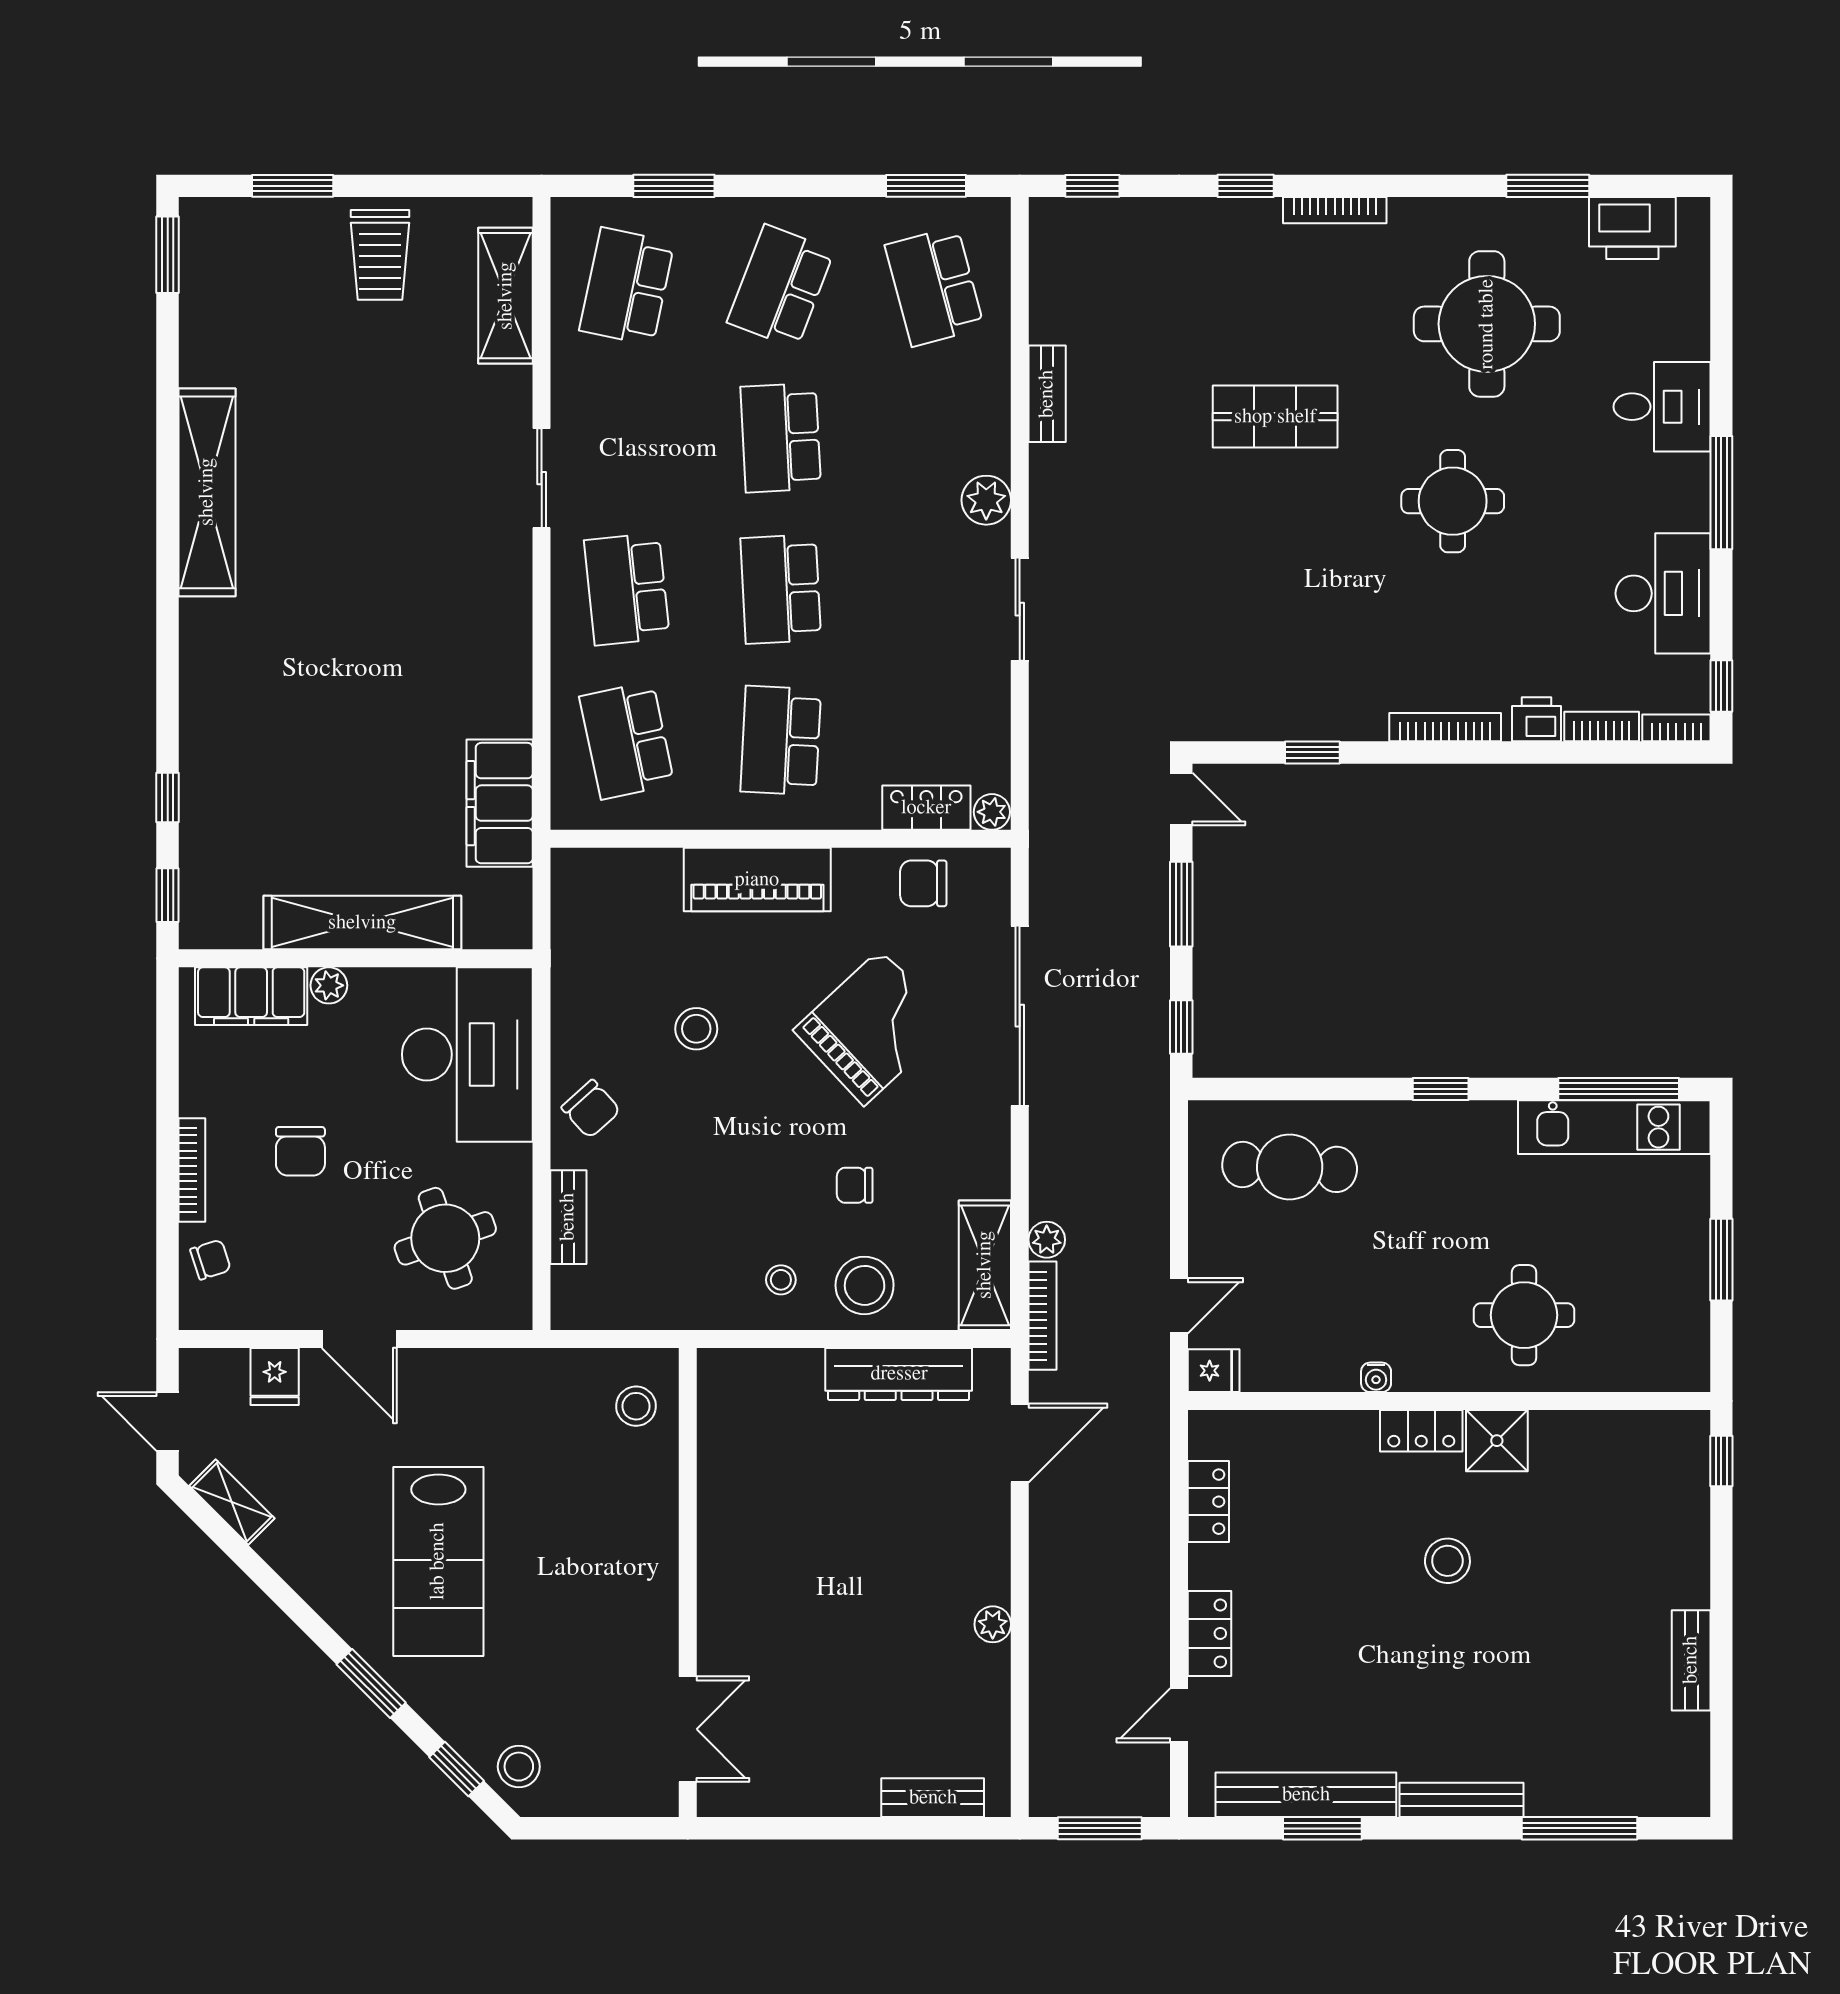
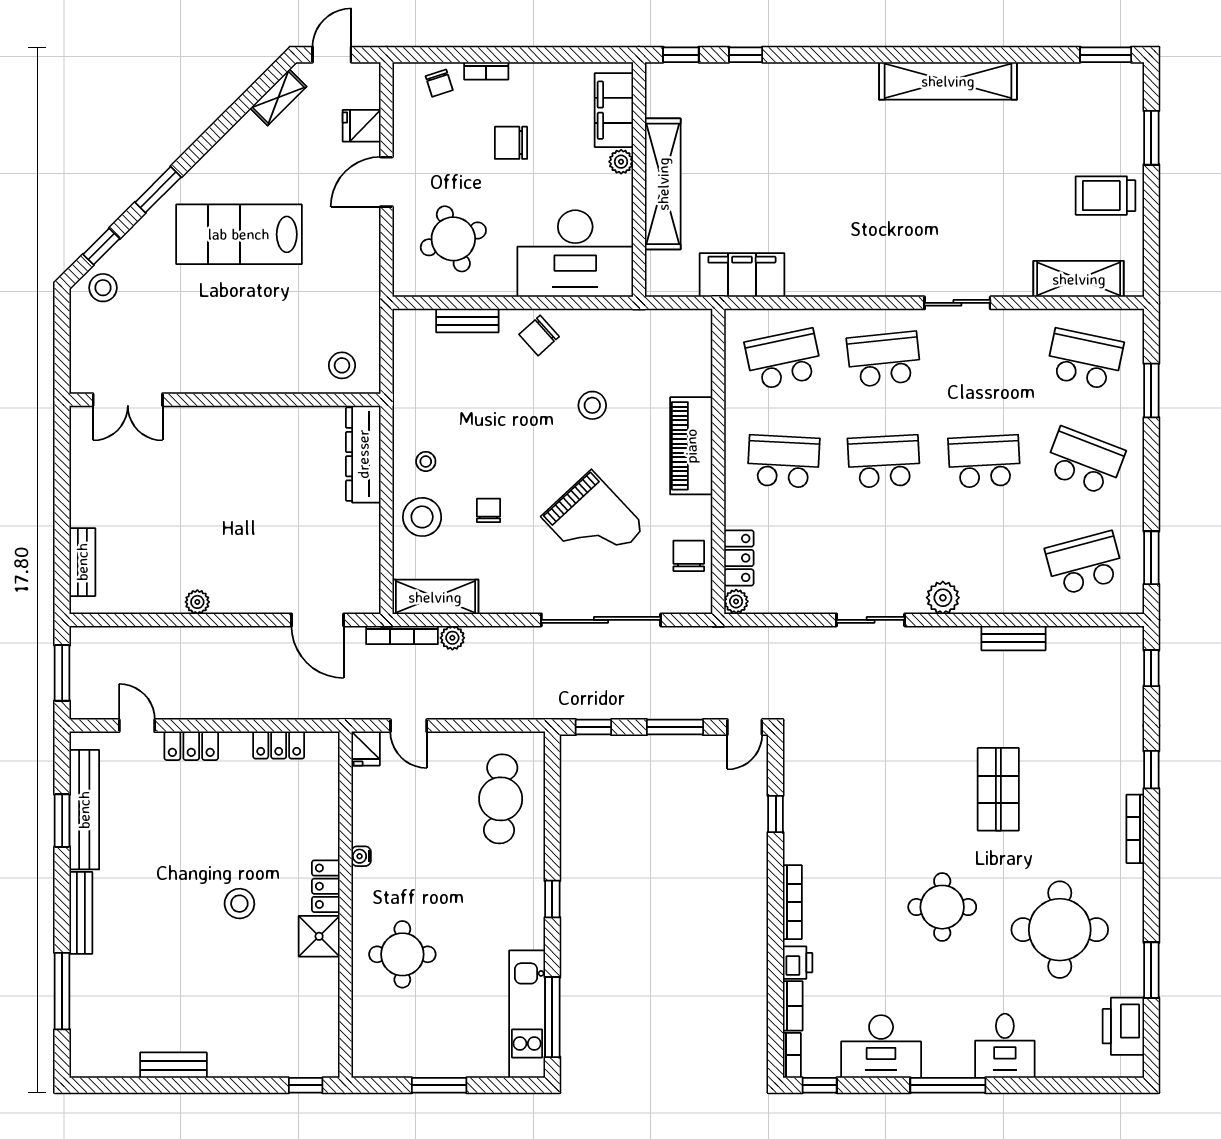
bookcase: (192, 1170) -> (486, 71), width x0.64
dresser: (899, 1374) -> (363, 454), moved

